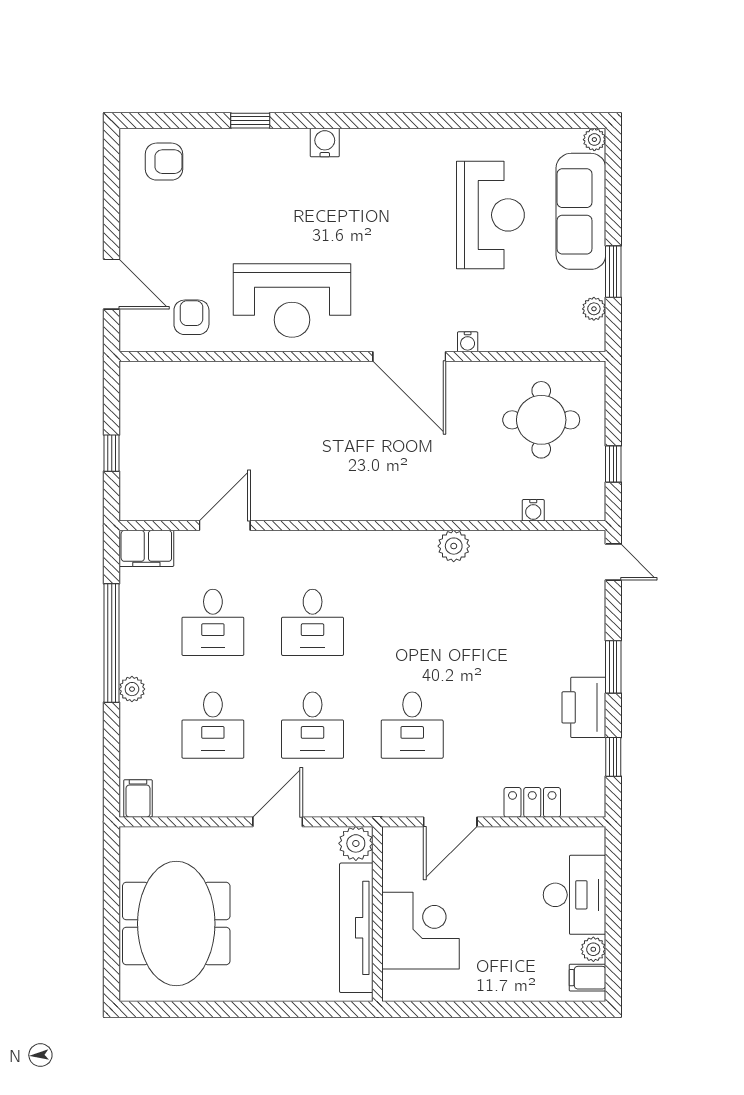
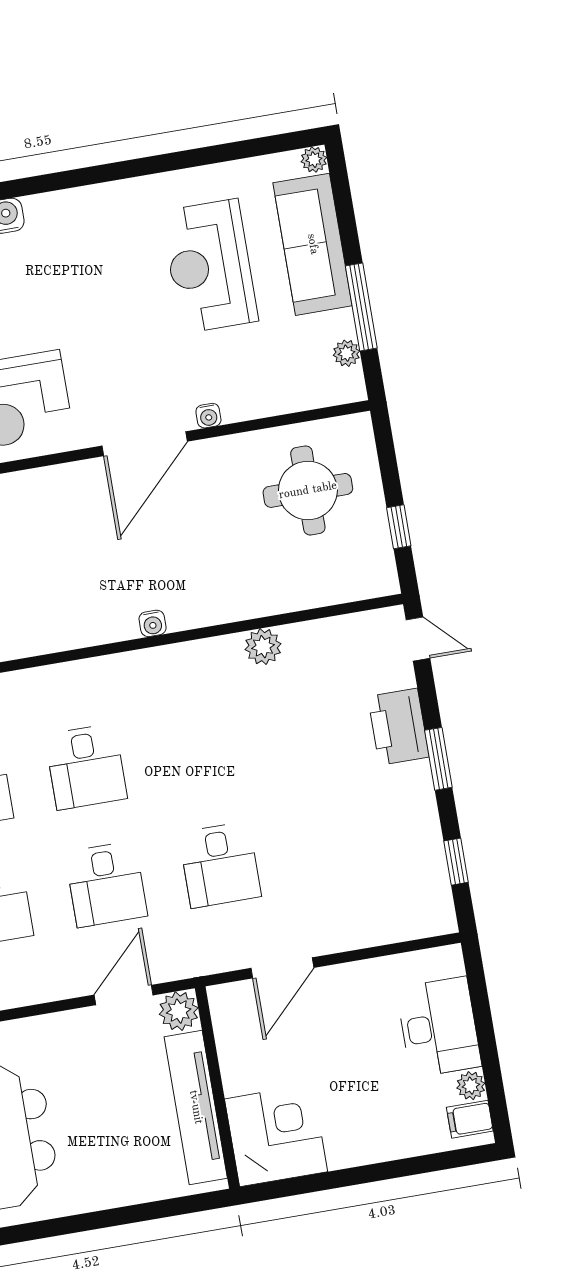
reception desk: (490, 215) -> (210, 266), turned 180
window: (613, 272) -> (361, 307), width x1.44
door: (409, 356) -> (145, 444), hinge flipped
water cooler: (533, 510) -> (153, 623), moved
plant: (454, 546) -> (263, 647), moved
printer: (584, 707) -> (398, 727), moved
locker: (532, 802) -> (372, 930), removed
door: (278, 822) -> (124, 995), moved
corner desk: (421, 931) -> (276, 1135), moved

